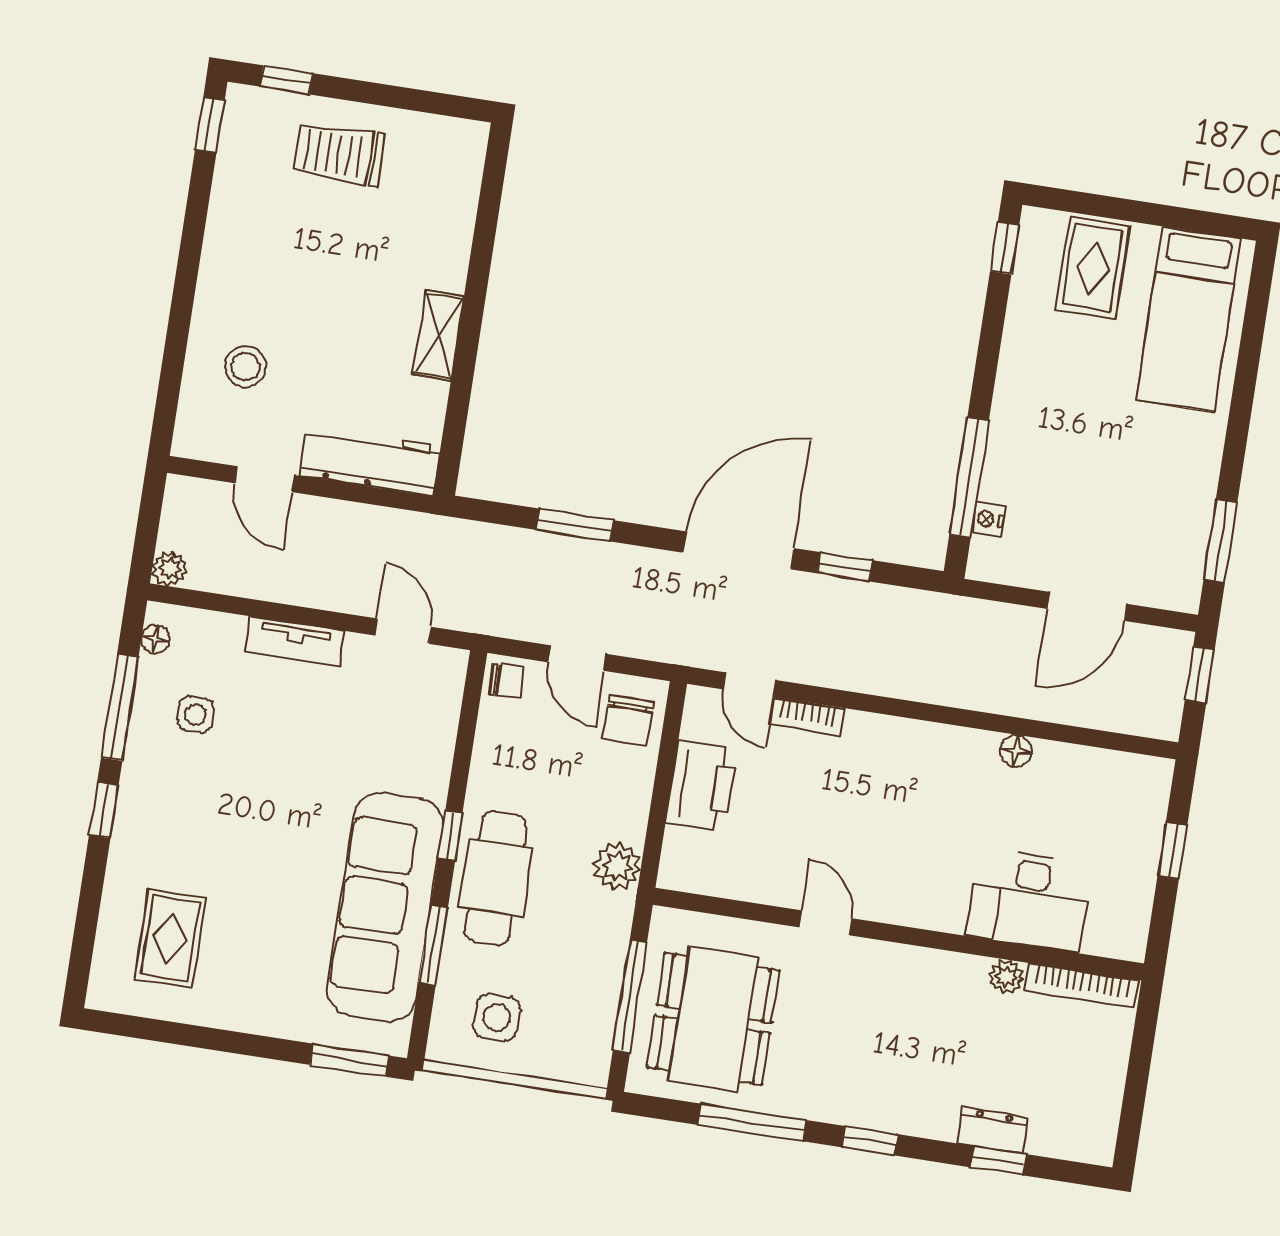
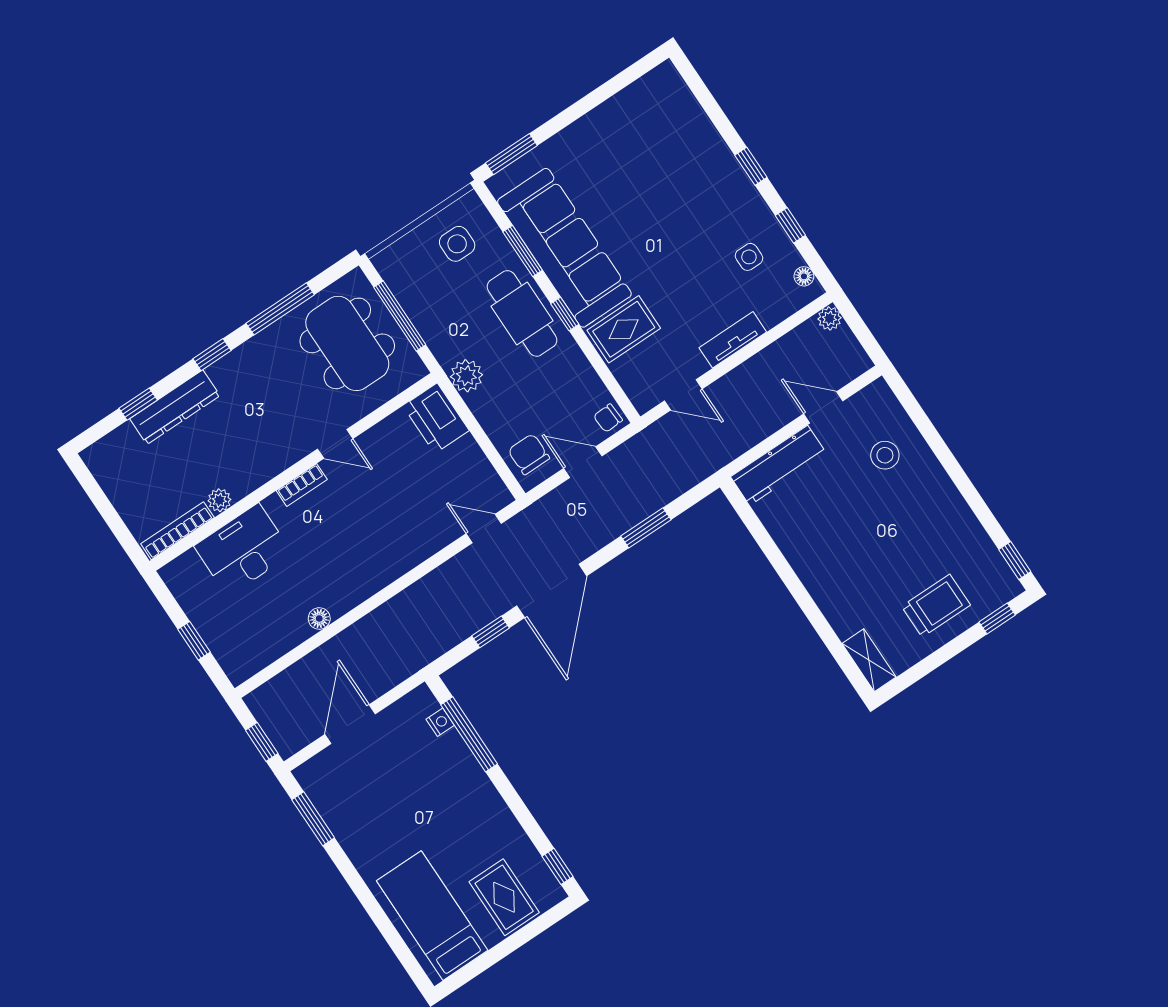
shelving: (439, 335) -> (869, 660), moved
window: (120, 708) -> (790, 225), width x0.46
bookcase: (807, 717) -> (302, 485), moved, turned 180
printer: (702, 786) -> (436, 418), moved
rug: (170, 939) -> (624, 329), moved, turned 90
dresser: (993, 1130) -> (175, 407), width x1.96, depth x1.24

